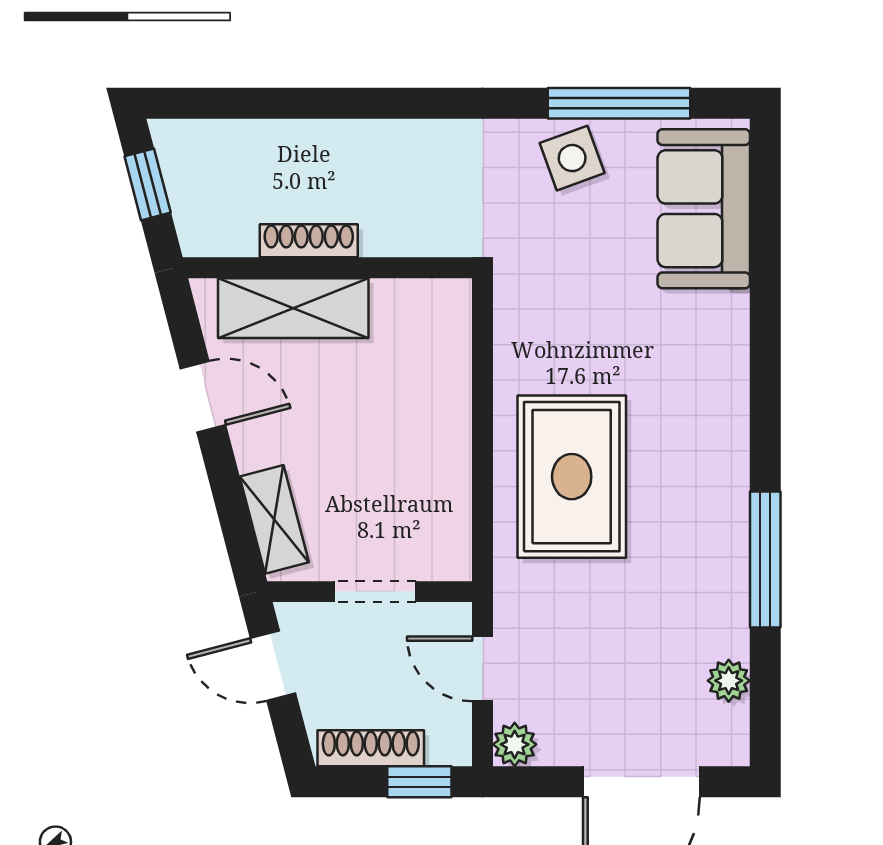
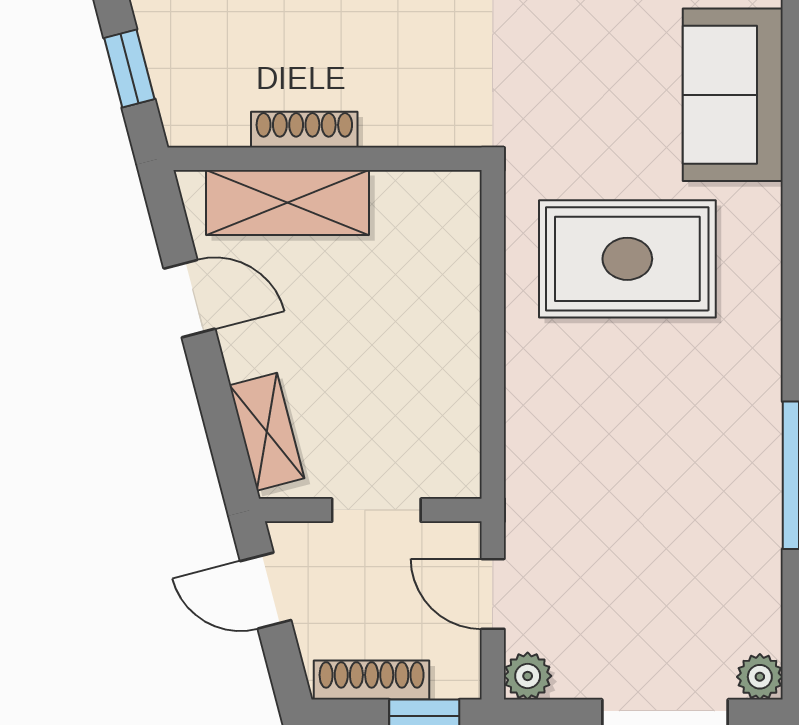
side table: (572, 158) -> (590, 40), removed
rug: (572, 477) -> (627, 259), moved, turned 90
plant: (729, 681) -> (760, 677), moved

